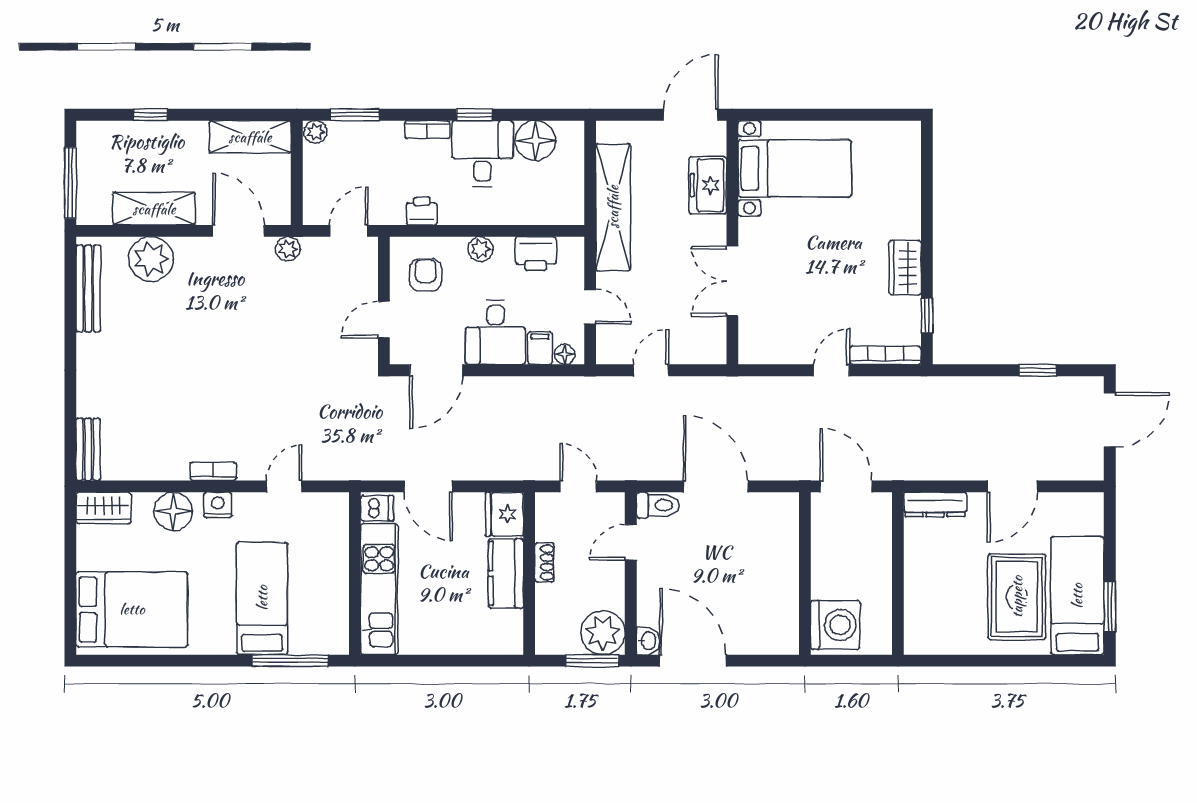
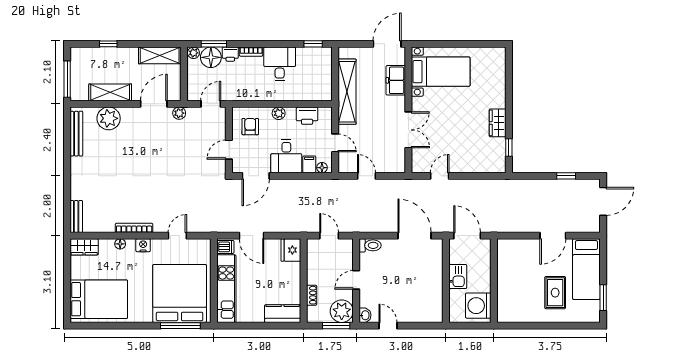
window: (474, 115) -> (313, 44), moved
floor lamp: (535, 141) -> (211, 57), moved
printer: (422, 211) -> (230, 54), moved, turned 180
door: (239, 231) -> (154, 104), hinge flipped
double door: (732, 281) -> (408, 130), swing flipped
bookcase: (885, 355) -> (487, 168), removed
door: (651, 370) -> (366, 176), hinge flipped
door: (831, 370) -> (440, 176), moved
bookcase: (213, 471) -> (134, 228), width x1.56
door: (716, 486) -> (415, 236), moved
dresser: (935, 504) -> (513, 245), removed
floor lamp: (173, 511) -> (120, 244), width x0.53, depth x0.53
door: (631, 542) -> (356, 280), moved
shoe rack: (545, 562) -> (312, 295), moved
kitchen sink: (828, 565) -> (458, 276), added
kitchen counter: (506, 573) -> (283, 314), moved, turned 90
bed: (1077, 596) -> (586, 269), moved, turned 180
rug: (1017, 597) -> (555, 293), width x0.73, depth x0.70
bed: (262, 598) -> (180, 293), width x2.04
washing machine: (835, 625) -> (478, 306), moved, turned 180
door: (693, 661) -> (388, 326), width x0.53

